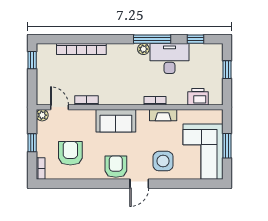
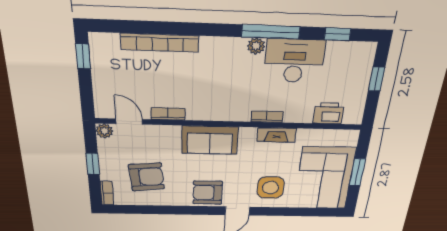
armchair: (70, 153) -> (147, 177), turned 84
armchair: (116, 167) -> (208, 193), turned -90

